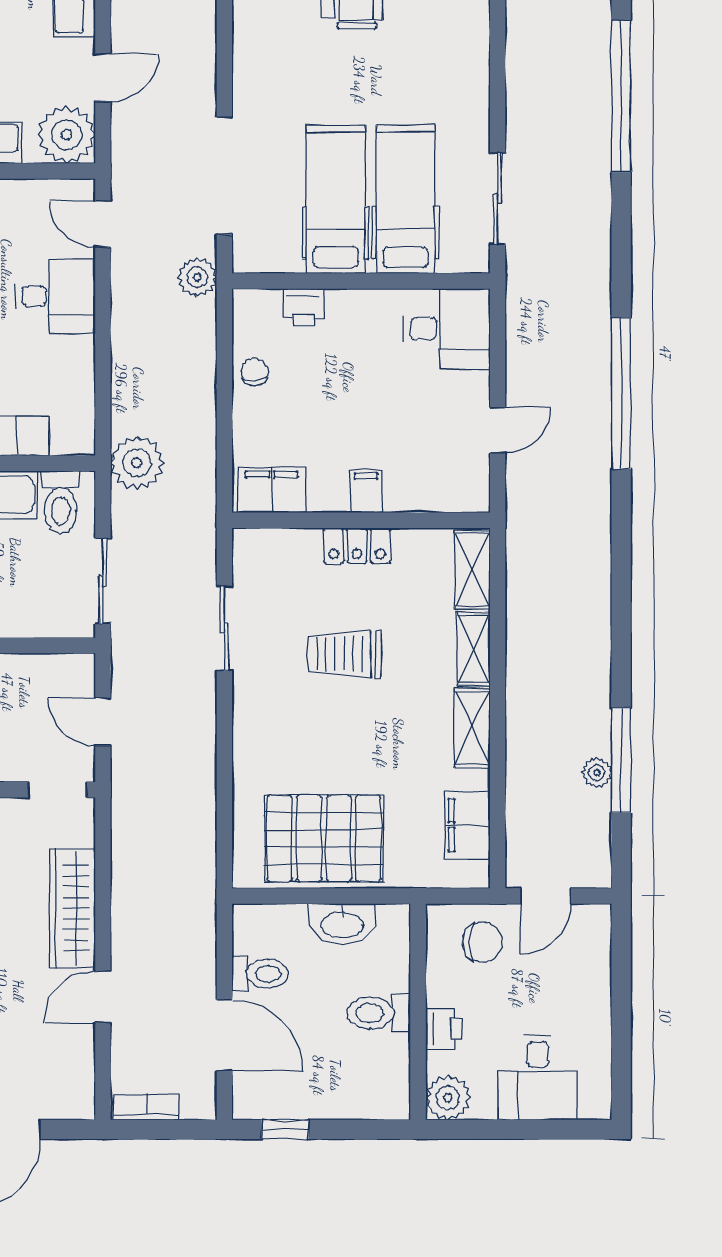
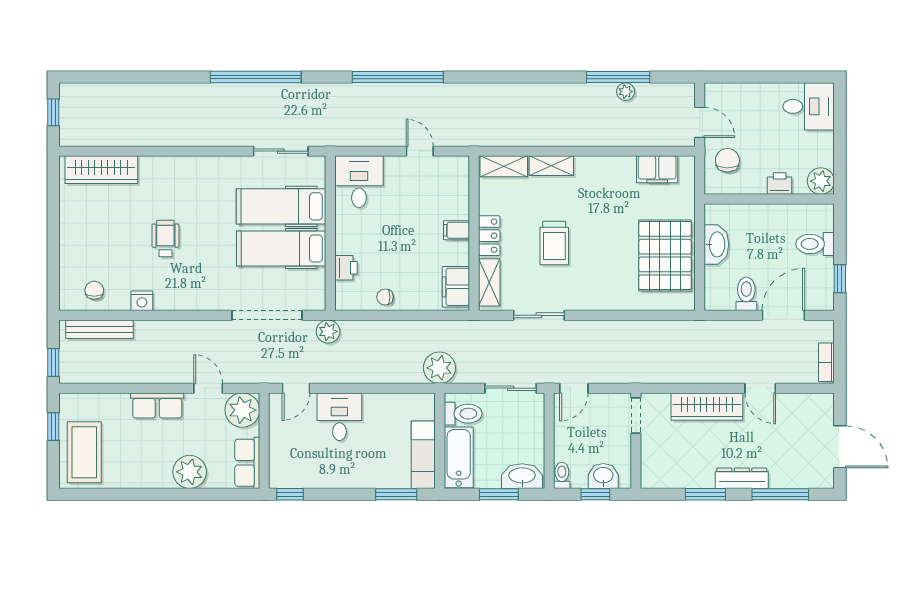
window: (621, 96) -> (256, 77), moved
door: (103, 722) -> (574, 388), moved
shelving: (472, 728) -> (489, 282), moved, turned 90
toilet: (378, 1013) -> (815, 244), moved, turned 90
desk: (538, 1077) -> (809, 106), moved

